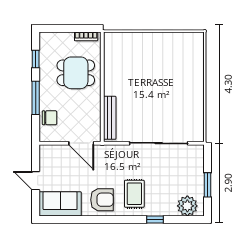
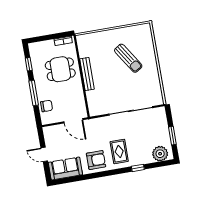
sun lounger: (167, 74) -> (128, 58), added
bench: (110, 118) -> (87, 74), moved

